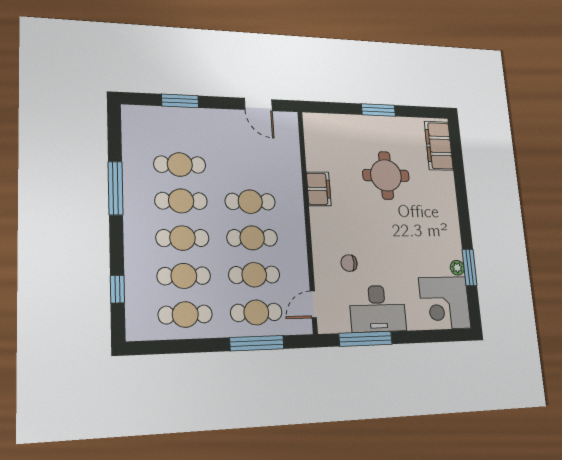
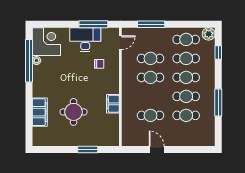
window: (180, 101) -> (185, 150), removed
door: (258, 104) -> (157, 150), moved
window: (378, 110) -> (88, 150), moved
filing cabinet: (439, 146) -> (40, 112), moved
cafe table: (250, 202) -> (151, 115), moved
window: (469, 267) -> (29, 61), width x2.11
cafe table: (256, 312) -> (151, 39), removed
plant: (139, 328) -> (209, 34), added

